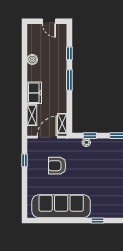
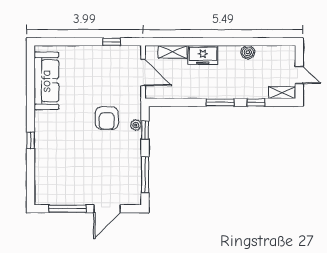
door: (49, 21) -> (299, 75), swing flipped
shelving: (62, 123) -> (282, 93), moved
armchair: (57, 166) -> (107, 118), moved, turned 180
sofa: (61, 206) -> (46, 81), width x0.74, depth x0.79

